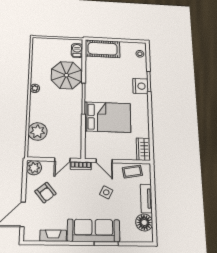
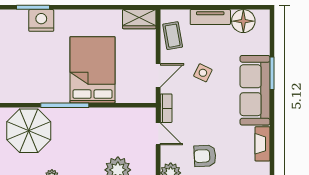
armchair: (45, 193) -> (205, 156), turned -144

